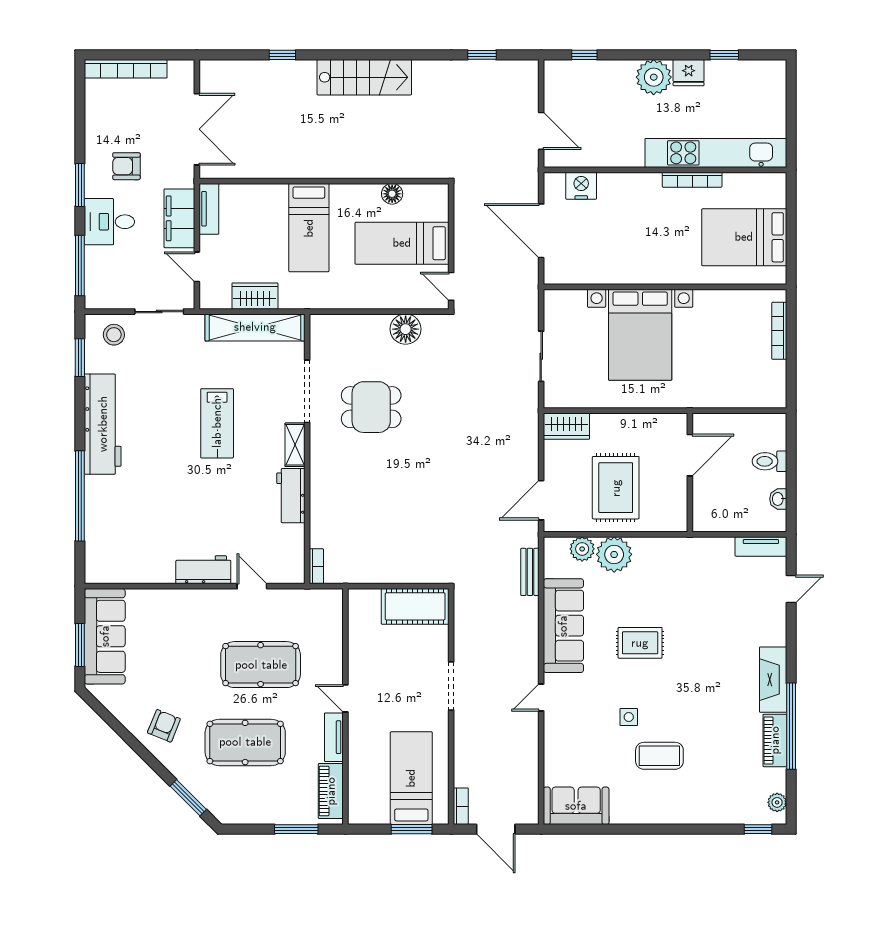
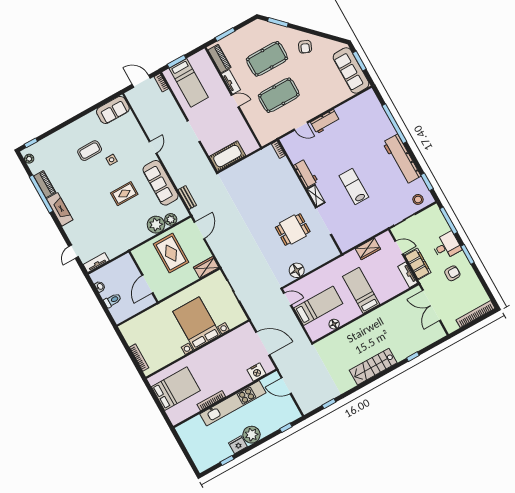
kitchen unit: (716, 153) -> (233, 403), moved
shelving: (255, 327) -> (360, 236), removed

